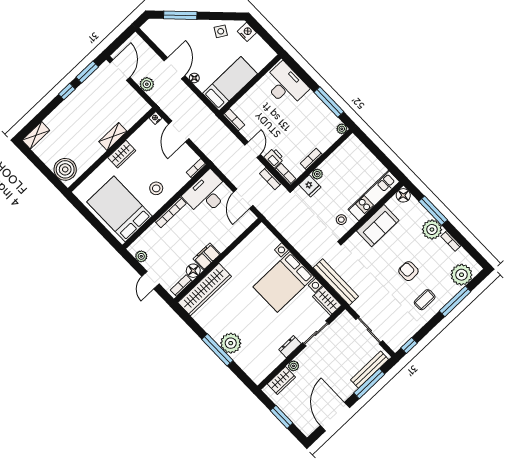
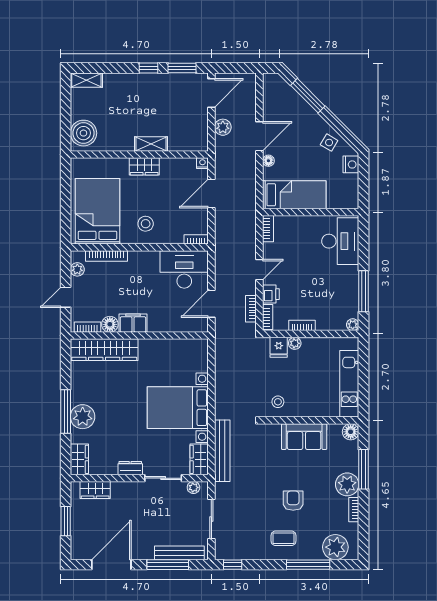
kitchen unit: (374, 196) -> (349, 384), moved, turned -90
bookcase: (171, 212) -> (107, 256), moved
plant: (294, 366) -> (193, 487), moved
wardrobe: (254, 371) -> (79, 459), added

